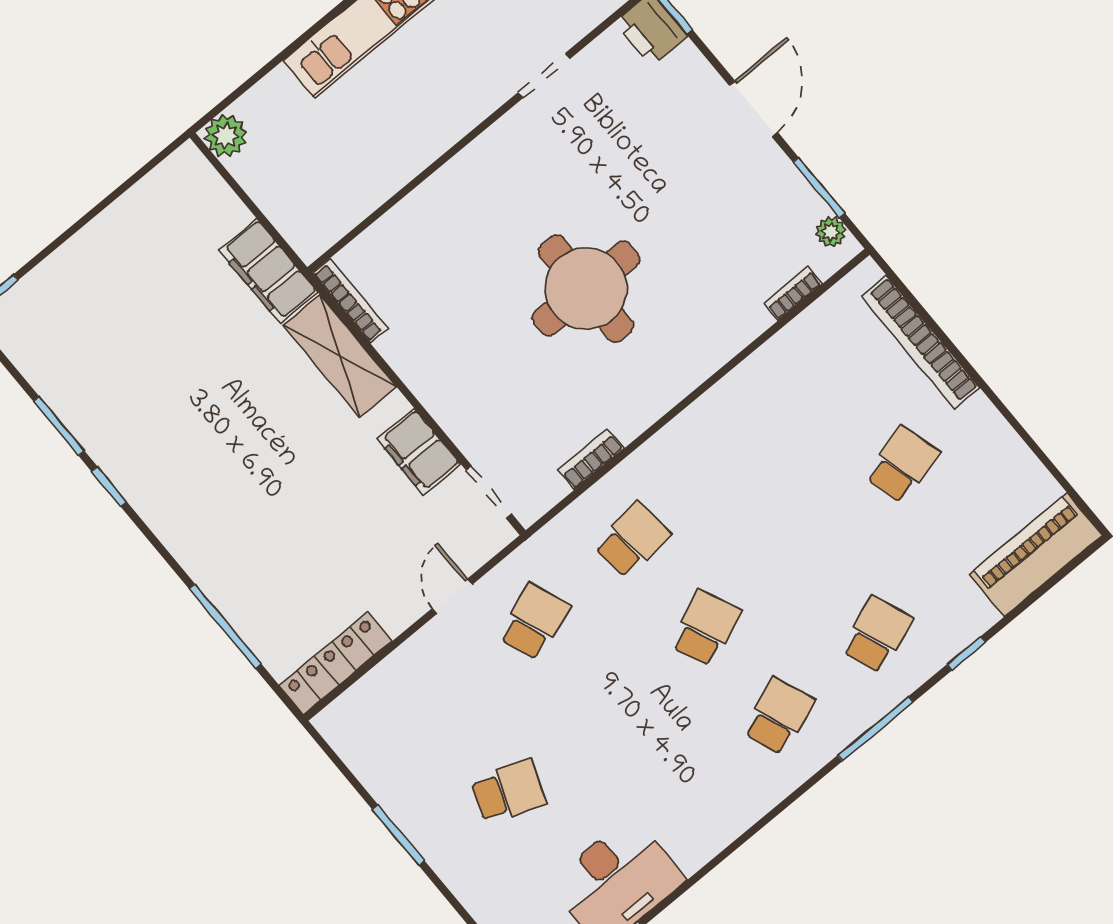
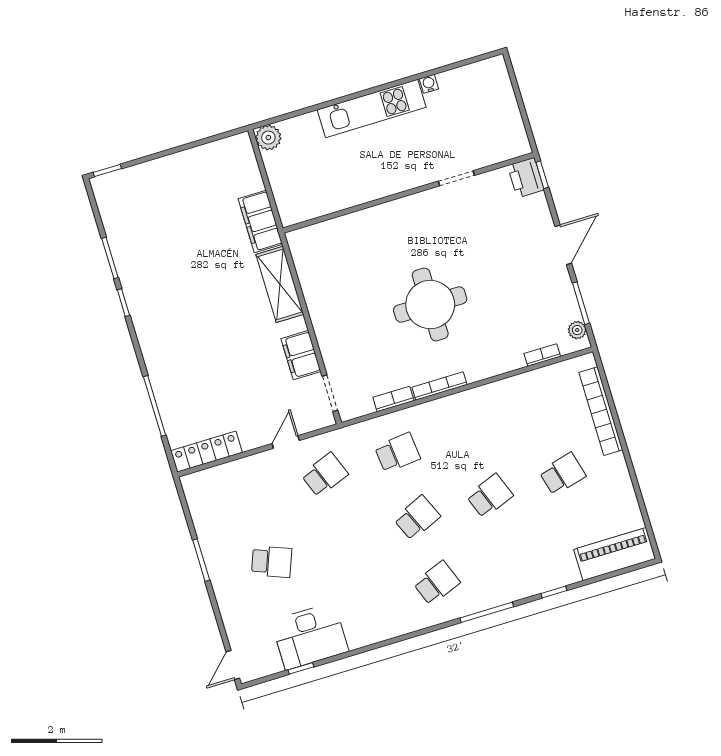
bookcase: (350, 301) -> (439, 386), moved, turned -90
school desk: (877, 634) -> (490, 496), moved

